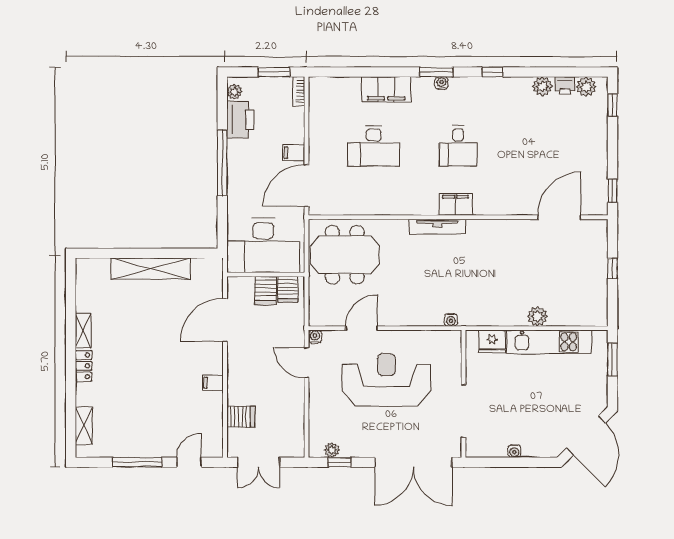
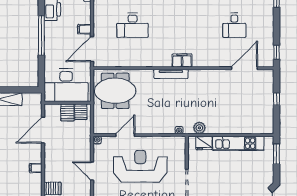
desk: (458, 146) -> (234, 25), moved
plant: (537, 316) -> (199, 128), moved
door: (306, 363) -> (92, 171), moved

